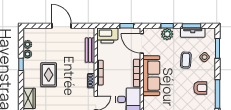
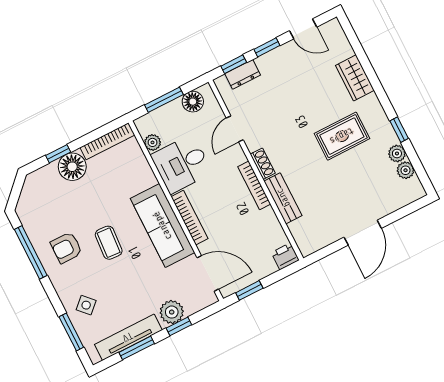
door: (62, 26) -> (363, 233), hinge flipped
tv unit: (193, 33) -> (128, 337), width x1.41
printer: (107, 36) -> (285, 256), width x0.53, depth x0.68
bench: (90, 50) -> (283, 198), moved
coffee table: (186, 60) -> (109, 243), moved
rug: (49, 75) -> (342, 136), turned 90

